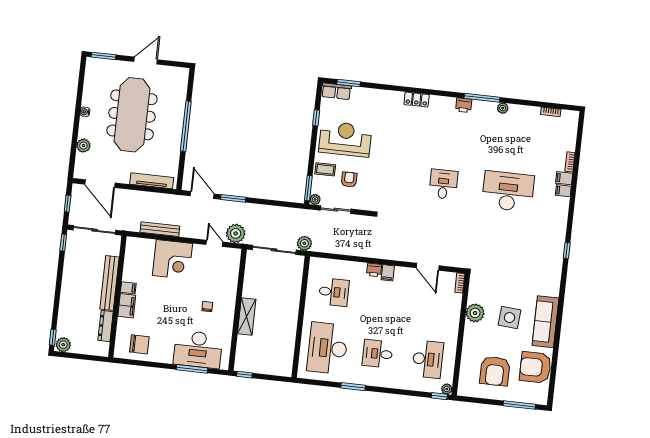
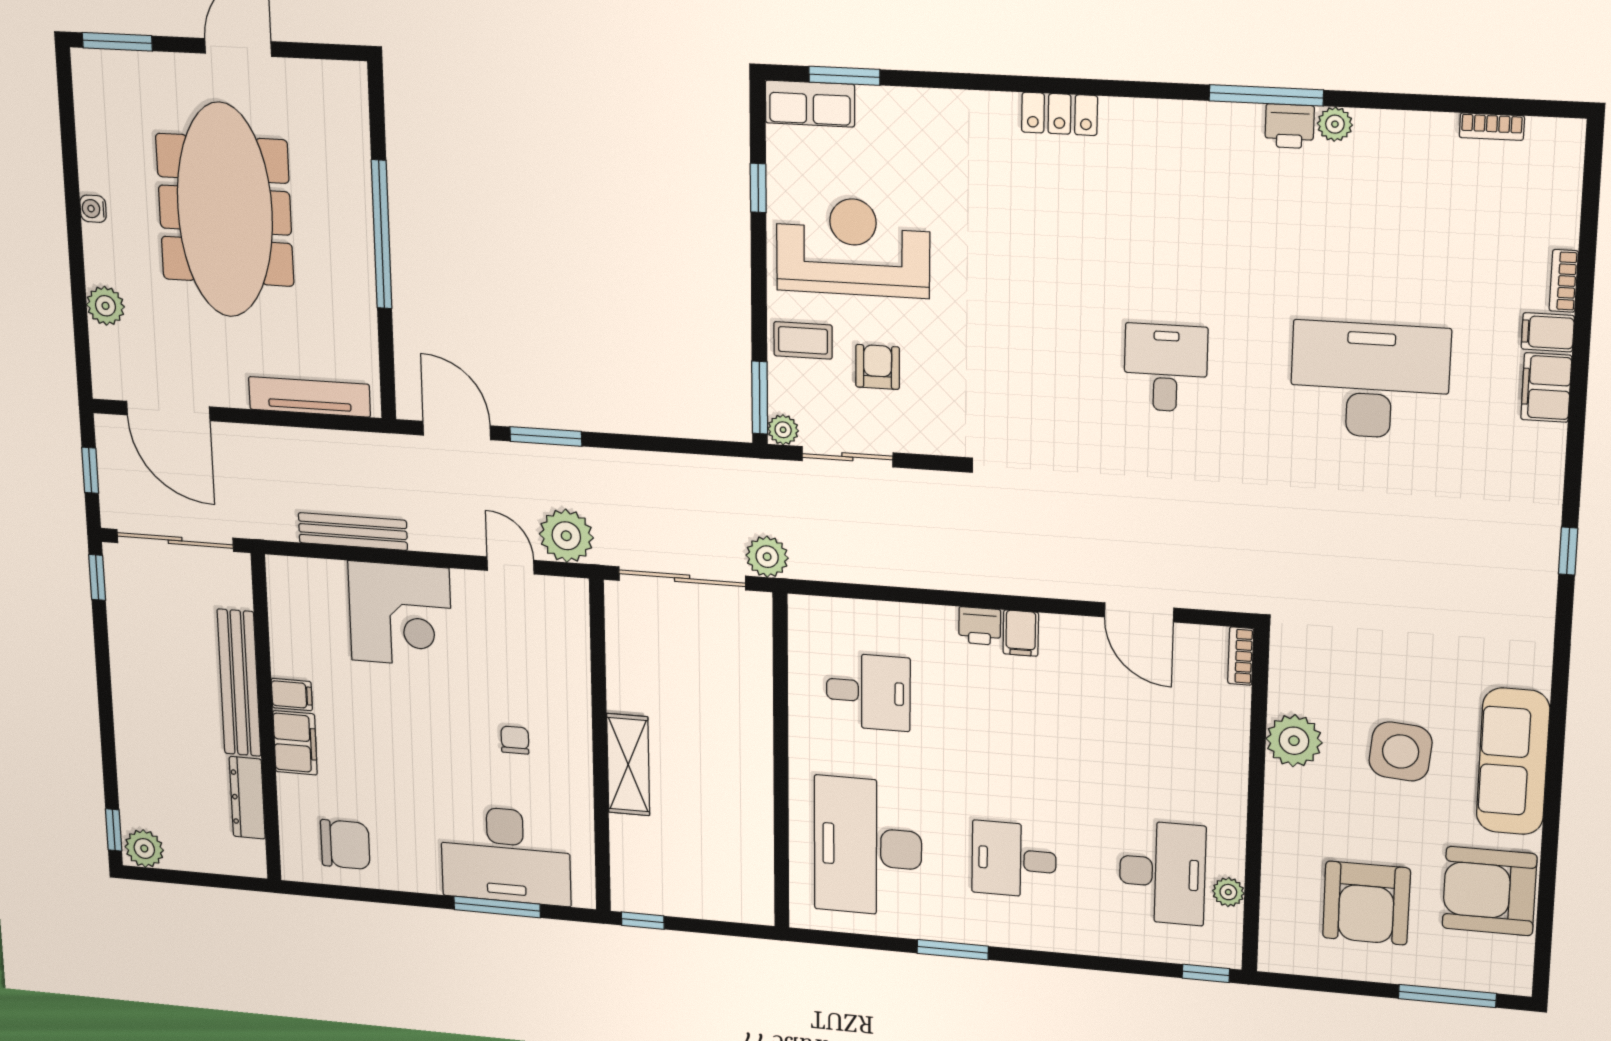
printer: (464, 105) -> (1290, 126), moved
filing cabinet: (563, 191) -> (1546, 387), width x2.00
plant: (447, 389) -> (1228, 892), moved

